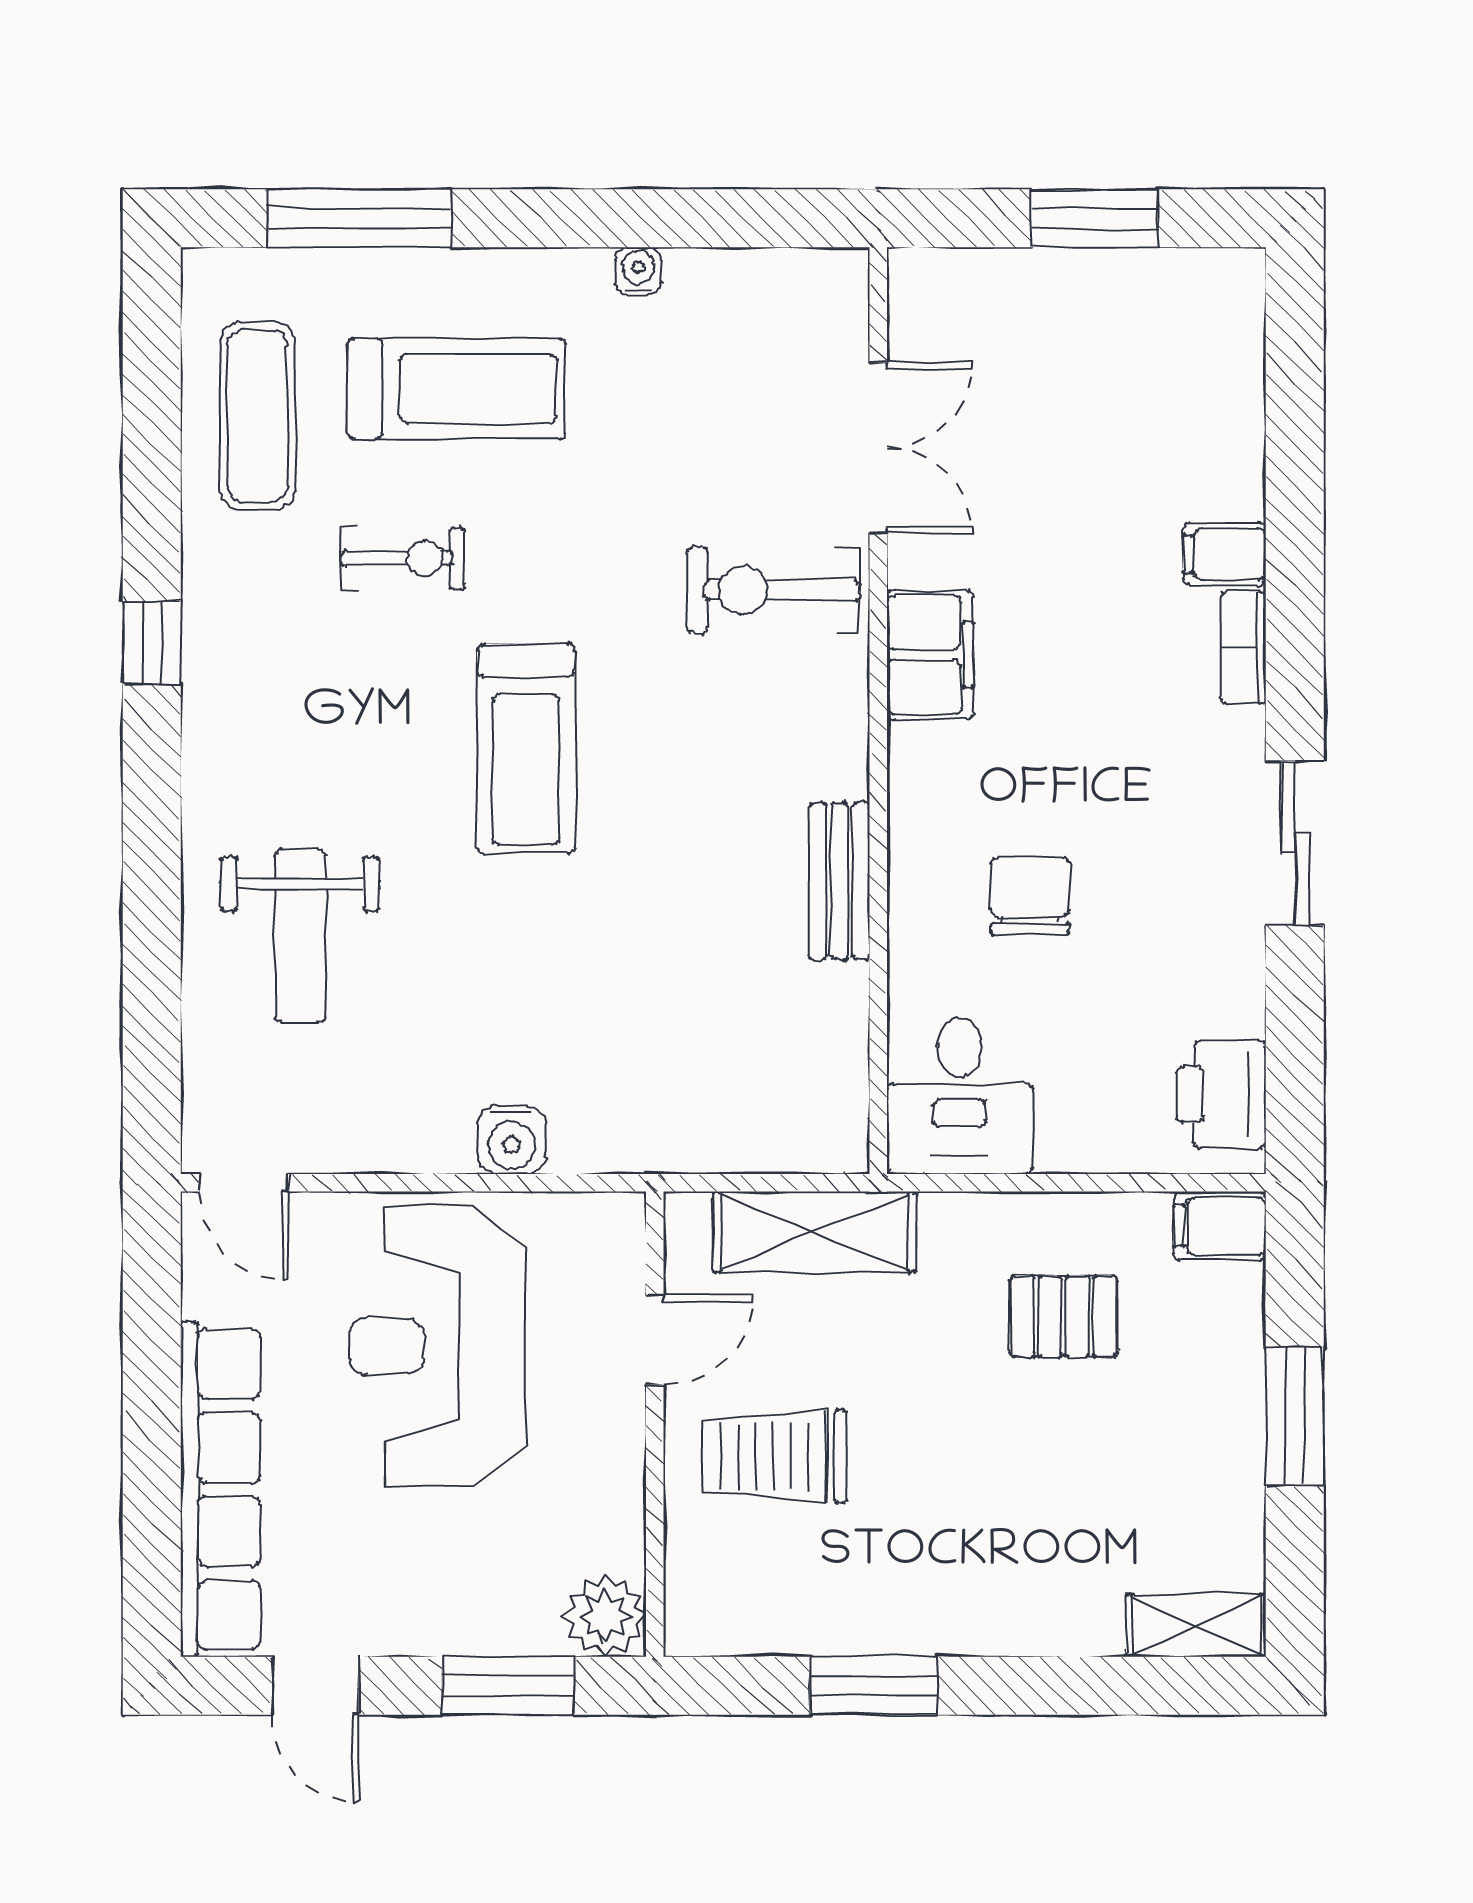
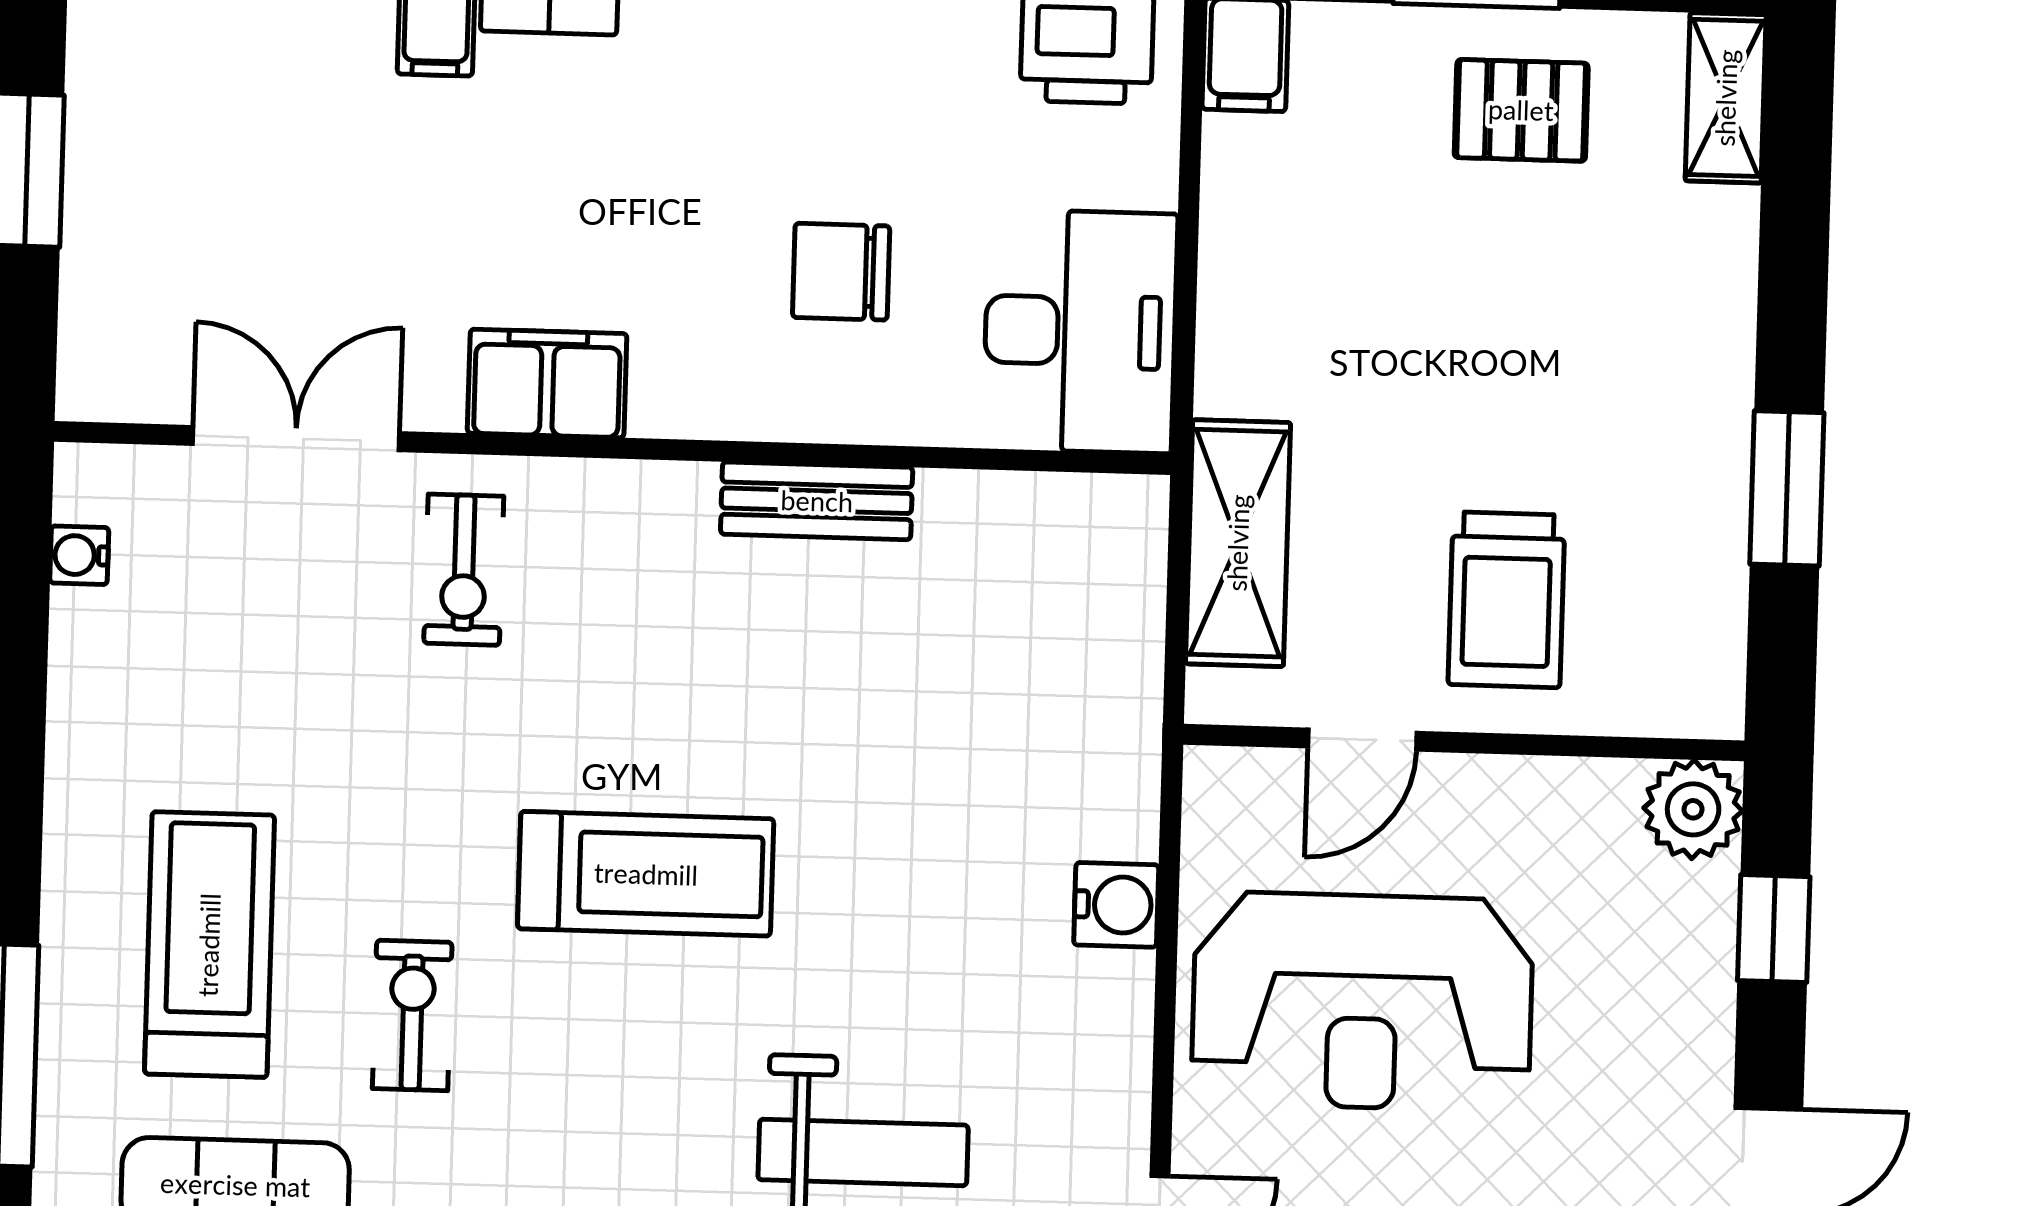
water cooler: (638, 271) -> (79, 555), moved
exercise bike: (774, 590) -> (464, 570), width x0.73, depth x0.72
desk: (960, 1096) -> (1080, 331), width x1.37
pallet: (1064, 1316) -> (1521, 110), moved, turned 90
door: (655, 1340) -> (1362, 740), swing flipped
window: (508, 1686) -> (1774, 929), width x0.67

